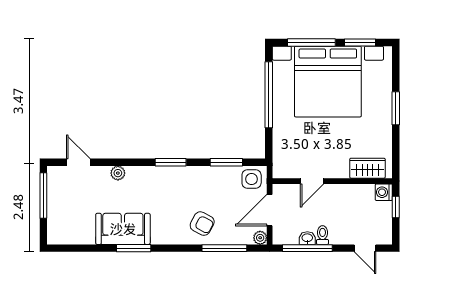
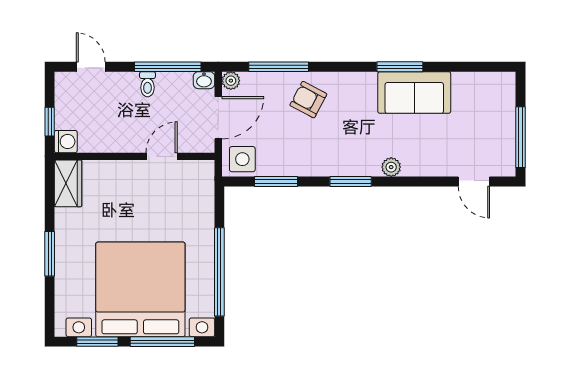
wardrobe: (367, 168) -> (68, 183), moved, turned -90
plant: (118, 173) -> (391, 167), moved
washbasin: (307, 238) -> (204, 80), moved

